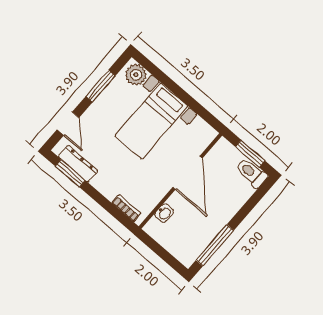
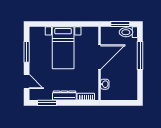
plant: (136, 75) -> (38, 33), removed
dresser: (78, 164) -> (64, 96), moved
door: (187, 173) -> (100, 57), hinge flipped
window: (215, 245) -> (140, 56), moved

